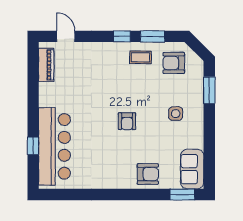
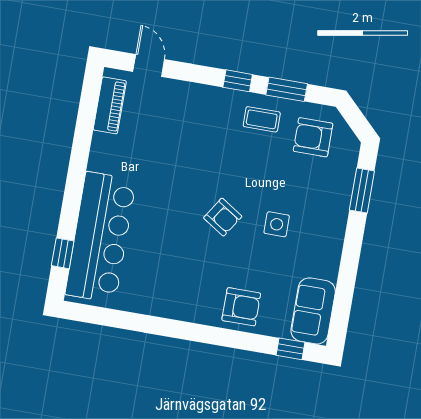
side table: (176, 114) -> (277, 224), moved
armchair: (127, 121) -> (223, 217), turned -57
window: (33, 146) -> (63, 253), moved
window: (182, 195) -> (291, 349), width x0.67

